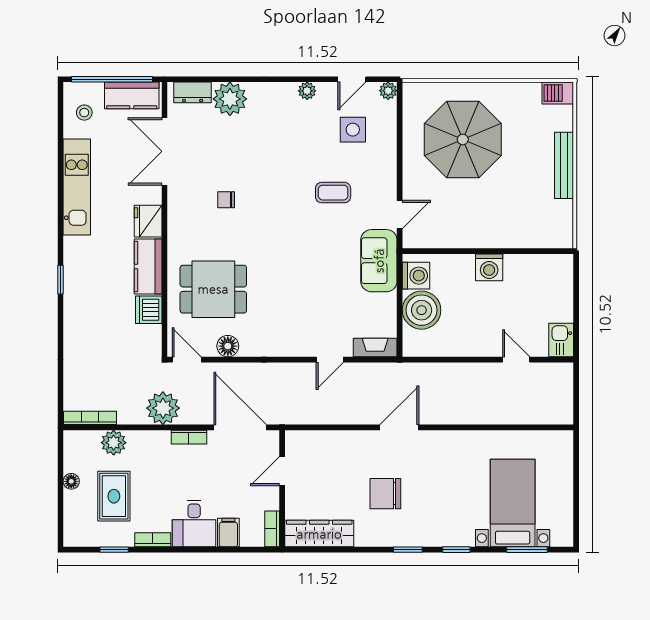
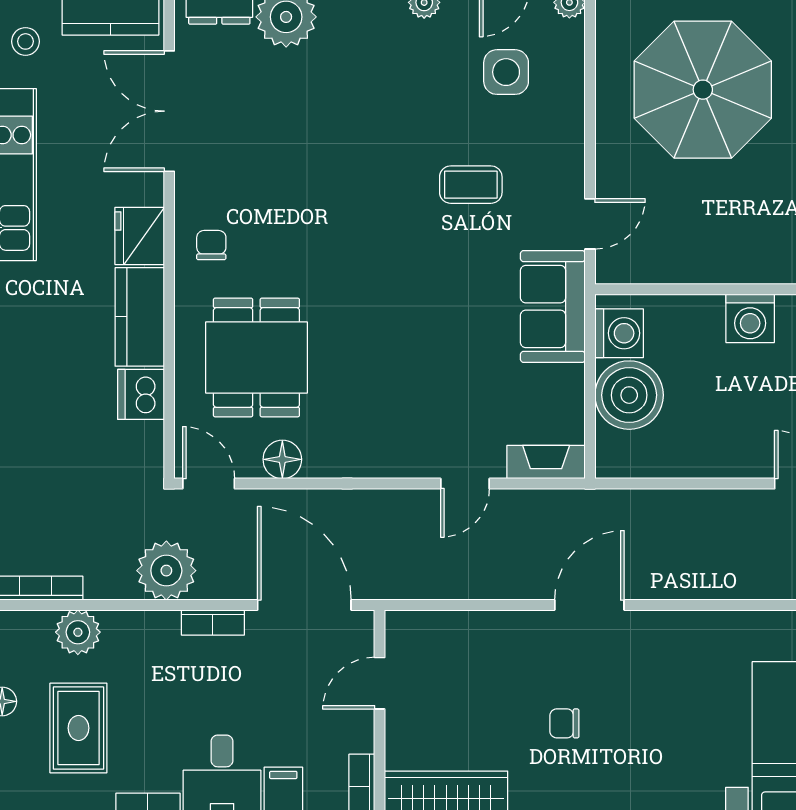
chair: (226, 200) -> (211, 245), moved, turned 90
dining table: (213, 289) -> (256, 357), turned 90
chair: (385, 494) -> (564, 723), width x0.54, depth x0.54

